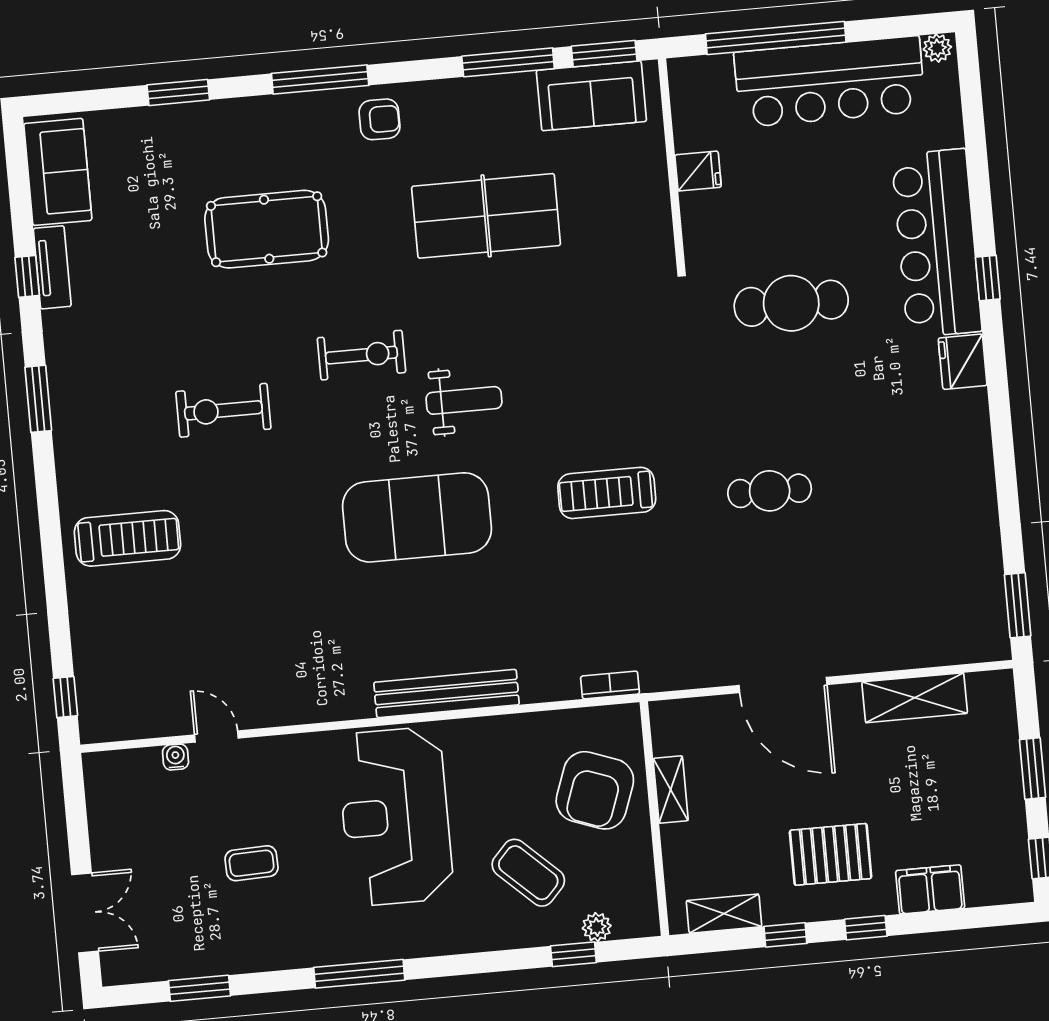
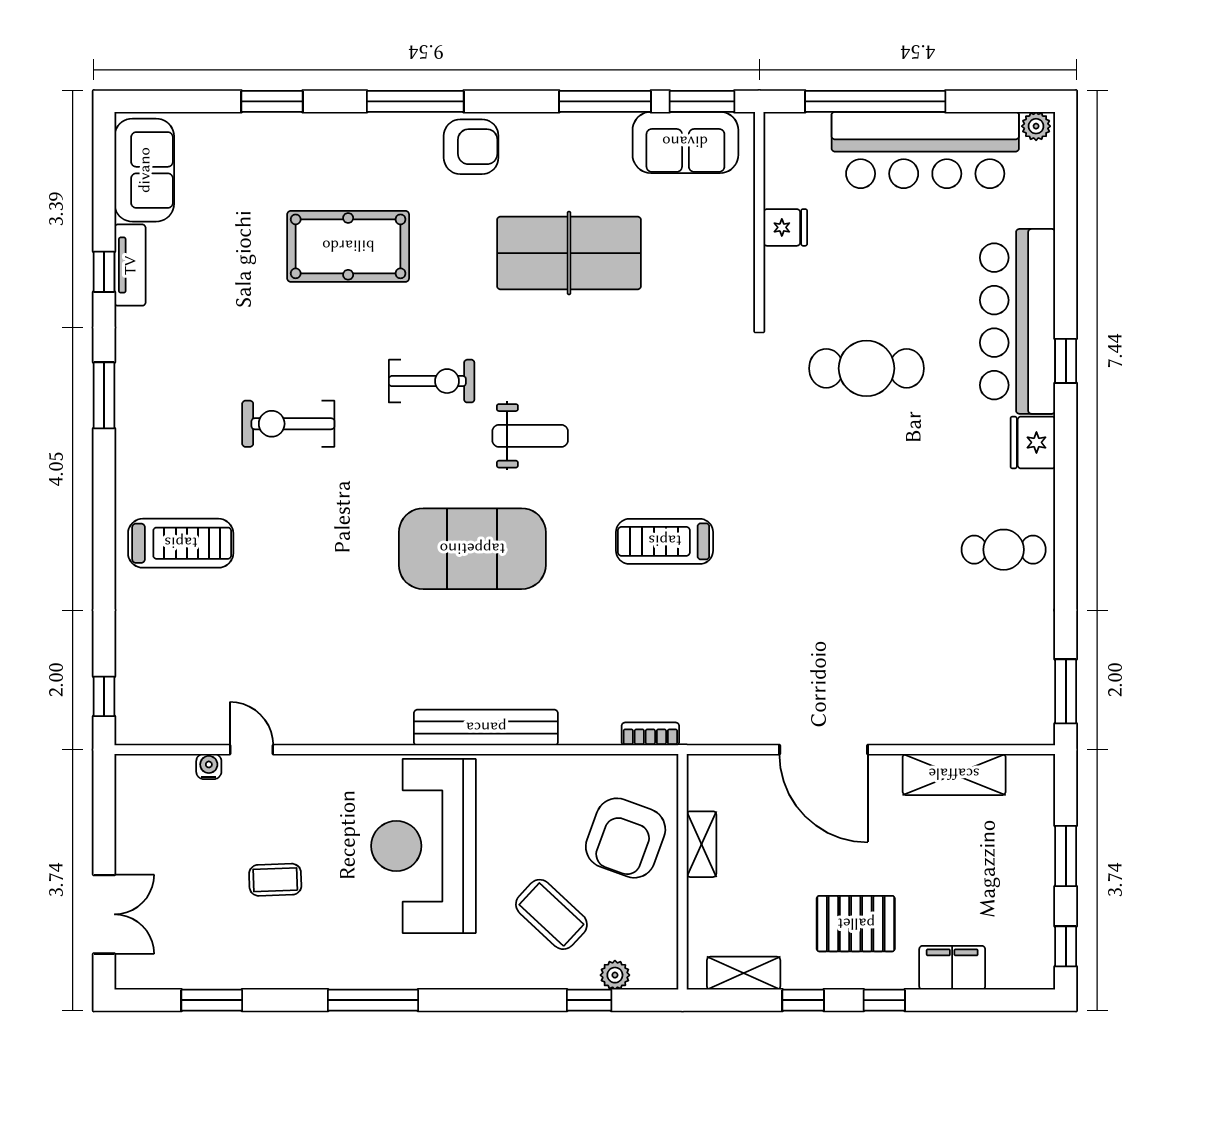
armchair: (379, 119) -> (471, 147), width x1.38, depth x1.38
cafe table: (770, 491) -> (1004, 550), moved

